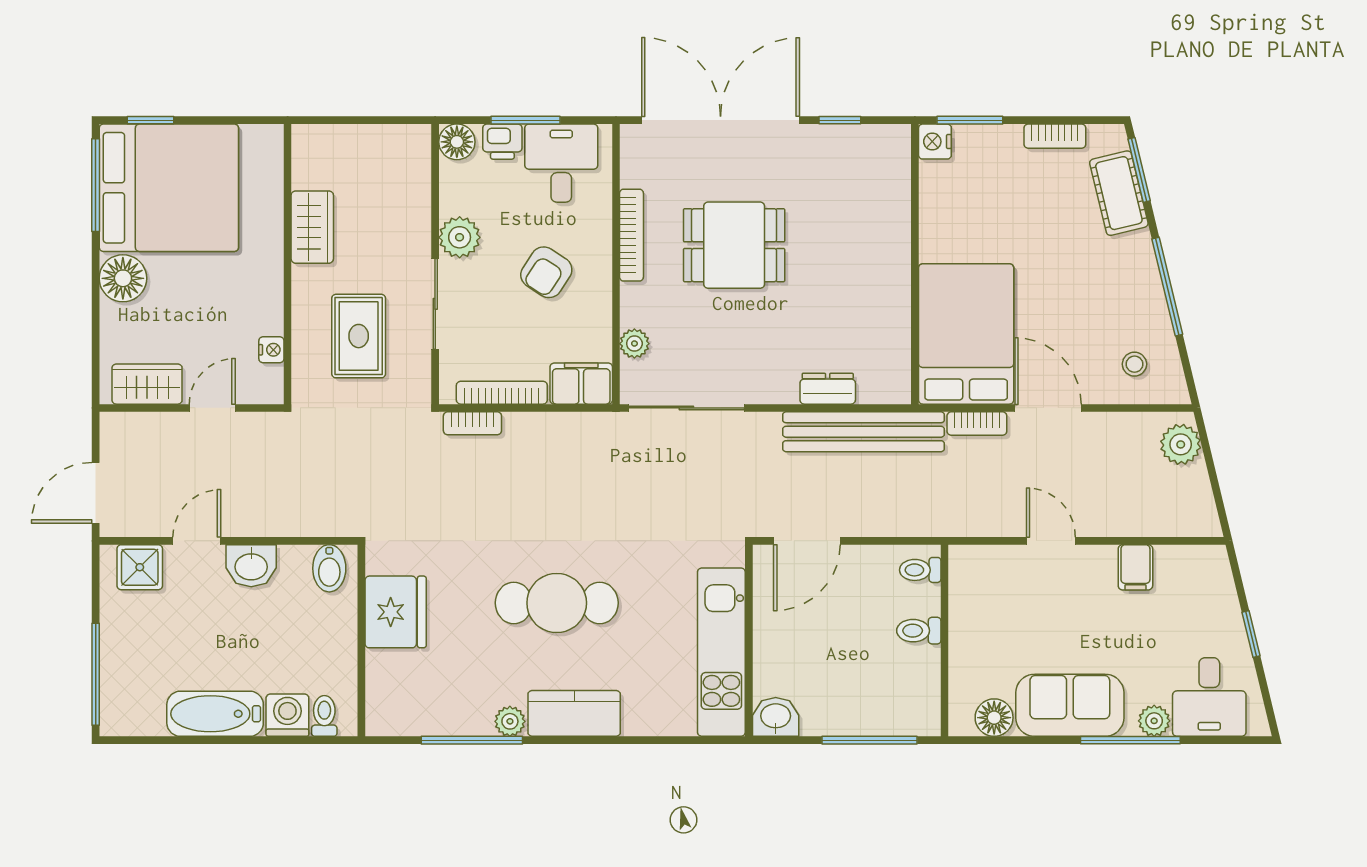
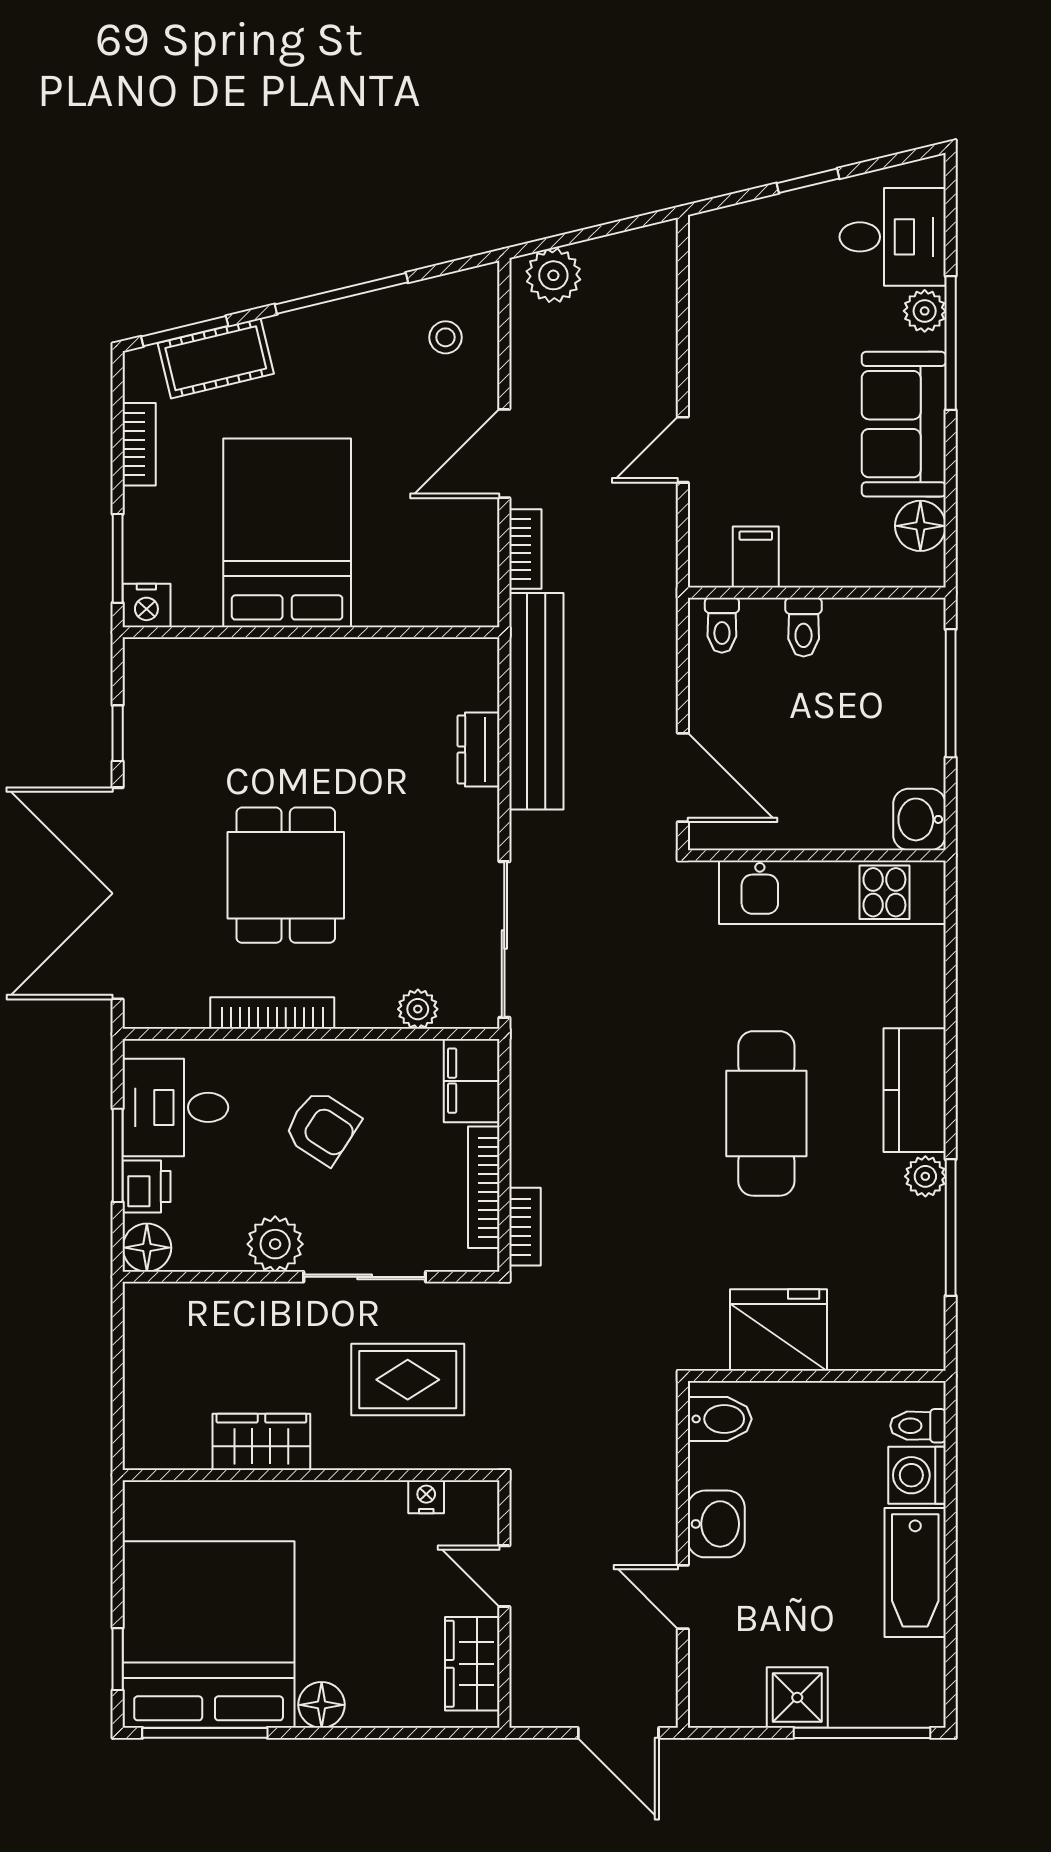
floor lamp: (123, 278) -> (322, 1705), width x0.73, depth x0.73
bed: (966, 334) -> (287, 533), moved, turned 90
shower: (140, 567) -> (797, 1698), moved
filing cabinet: (1135, 567) -> (756, 557), moved, turned -90

